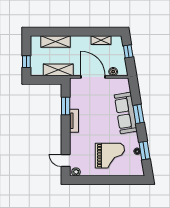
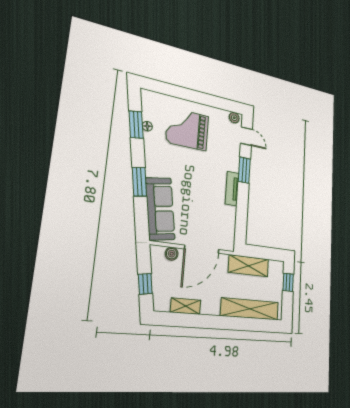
shelving: (55, 41) -> (250, 309), width x1.47
door: (93, 77) -> (202, 249), hinge flipped
window: (66, 106) -> (244, 170), moved
sofa: (126, 113) -> (160, 209), moved

